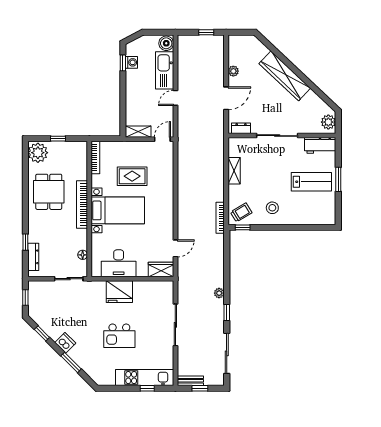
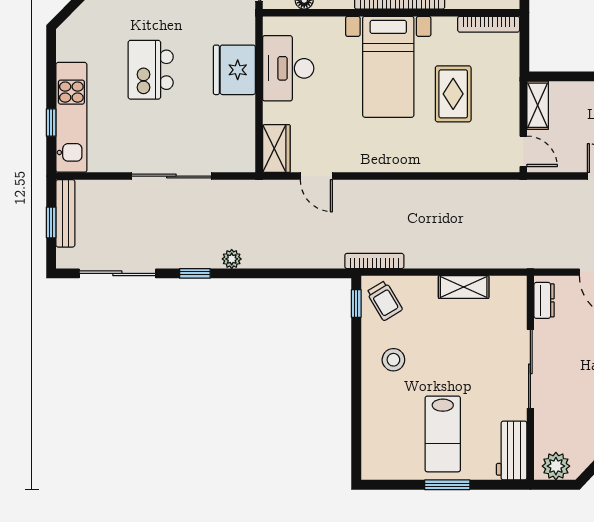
bench: (190, 381) -> (65, 213), width x1.36

